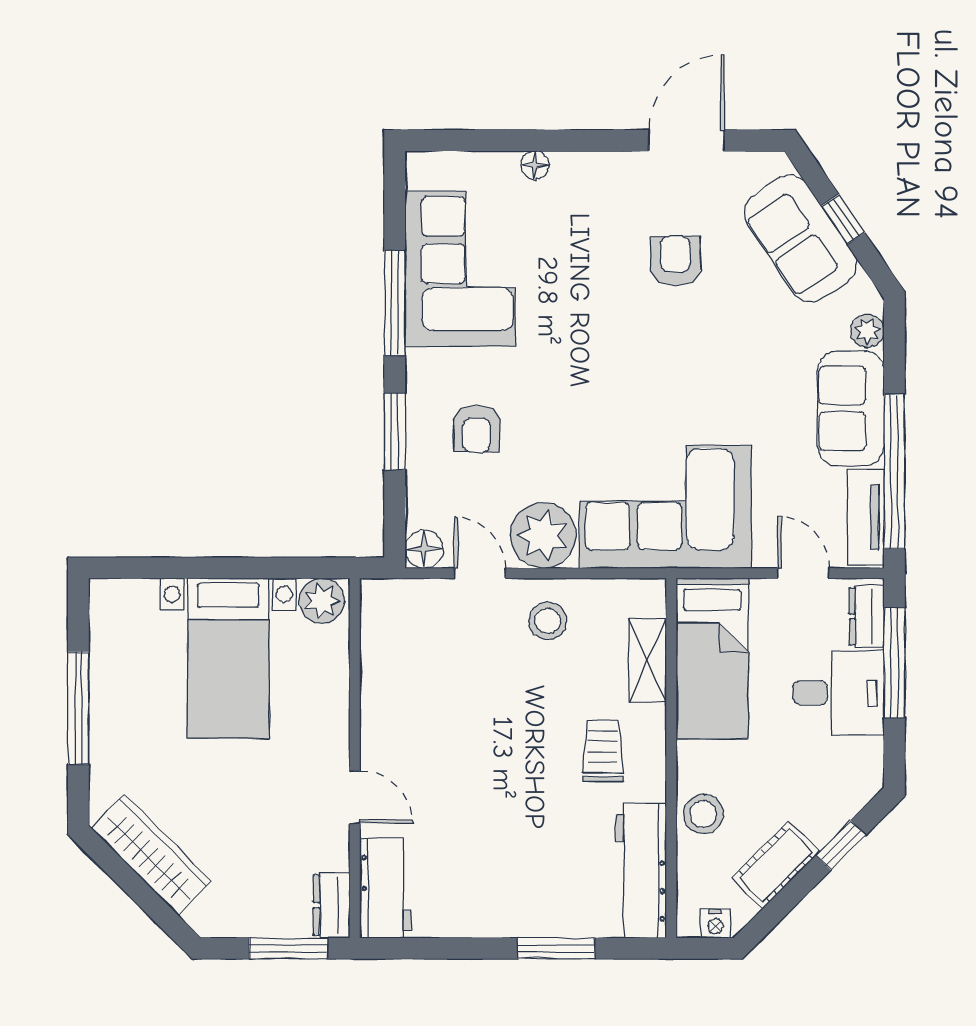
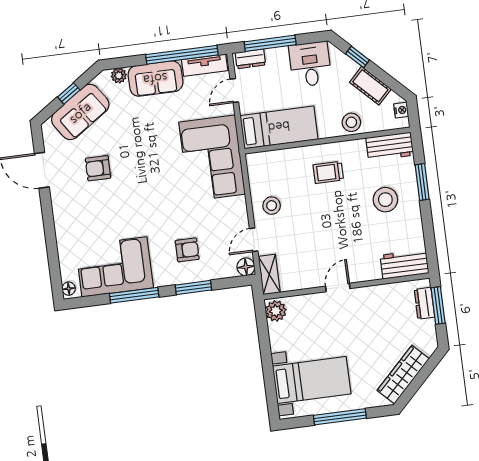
floor lamp: (535, 165) -> (69, 289), moved
plant: (543, 535) -> (232, 213), removed
bed with nightstands: (228, 658) -> (312, 380), moved
shelving: (647, 660) -> (269, 274), moved, turned 90
desk: (838, 693) -> (310, 64), moved
door: (355, 797) -> (338, 287), moved
stool: (529, 865) -> (385, 200), added
workbench: (641, 871) -> (390, 146), width x0.73
dresser: (332, 905) -> (424, 303), moved, turned 90

